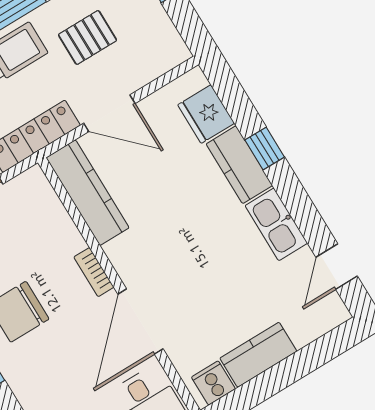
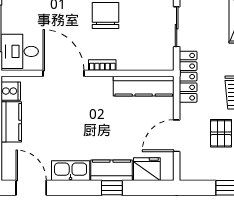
door: (109, 113) -> (177, 136), moved
door: (337, 267) -> (31, 188), width x1.37

